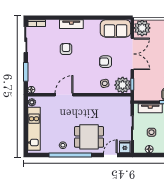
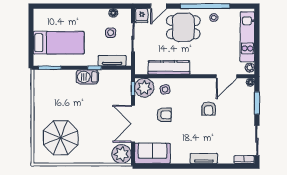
armchair: (66, 49) -> (209, 109), moved
door: (64, 95) -> (227, 76), moved
kitchen counter: (101, 102) -> (169, 68), added

